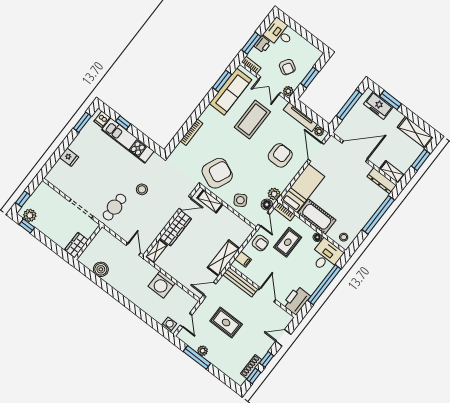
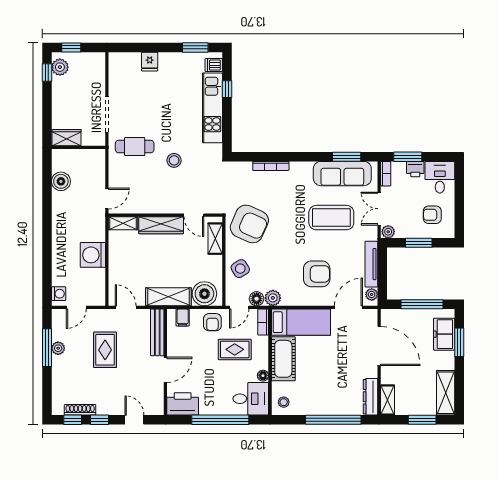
armchair: (287, 67) -> (432, 215), moved, turned 60
boiler: (239, 234) -> (204, 294), added

